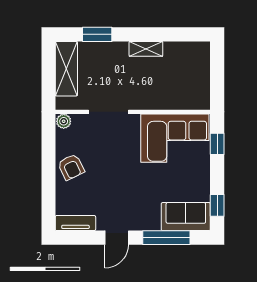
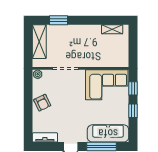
shelving: (146, 49) -> (112, 29), moved
window: (217, 205) -> (133, 111), moved
sofa: (186, 217) -> (108, 133), width x1.36

